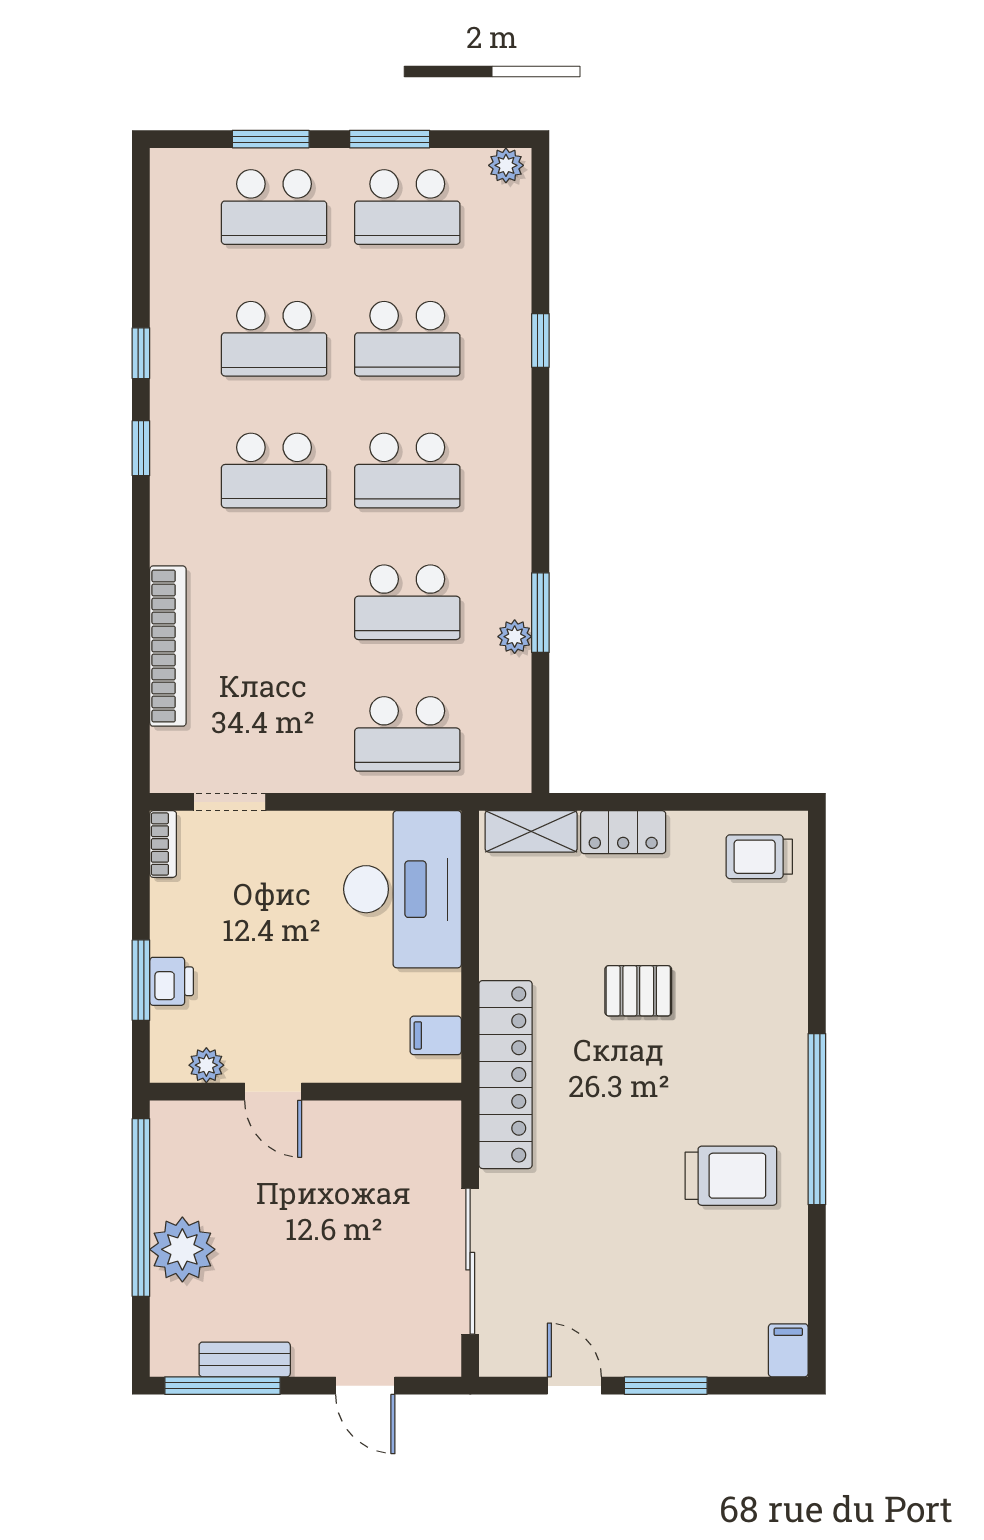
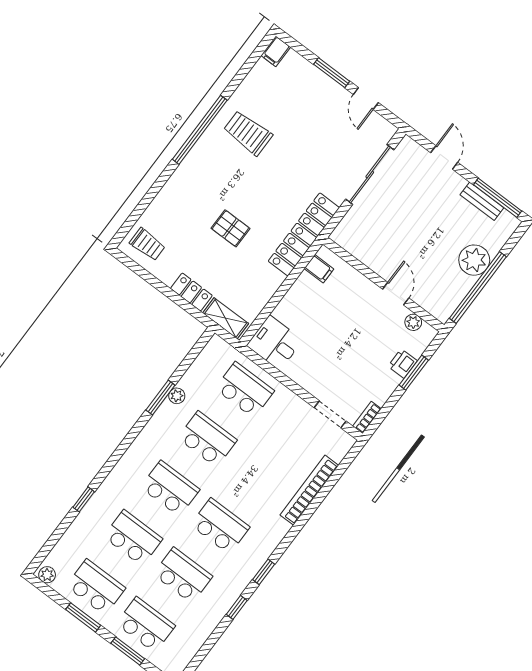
desk: (403, 889) -> (275, 343), width x0.53, depth x0.77

